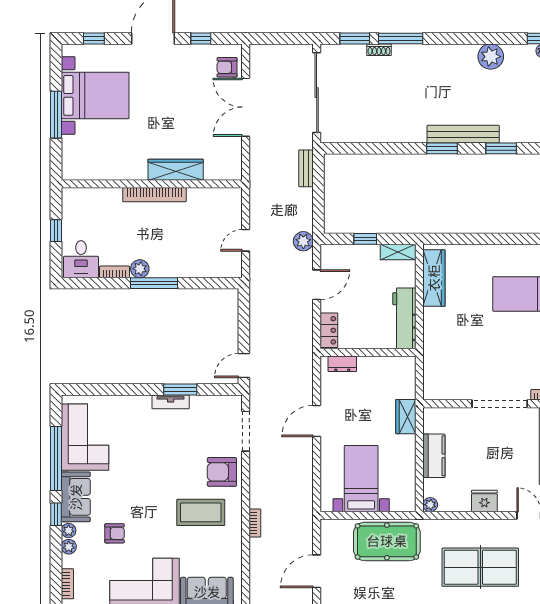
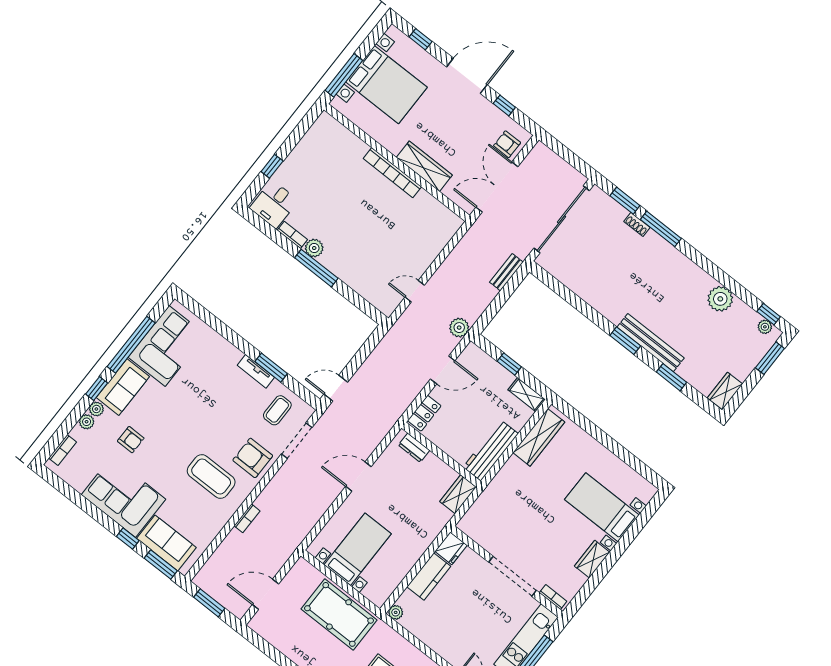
wardrobe: (176, 170) -> (424, 166), moved
wall: (152, 184) -> (397, 163), moved
bookcase: (154, 195) -> (392, 173), moved
wardrobe: (406, 417) -> (458, 494), moved
coffee table: (212, 419) -> (277, 410), added
fridge: (484, 501) -> (451, 548), moved, turned 90

